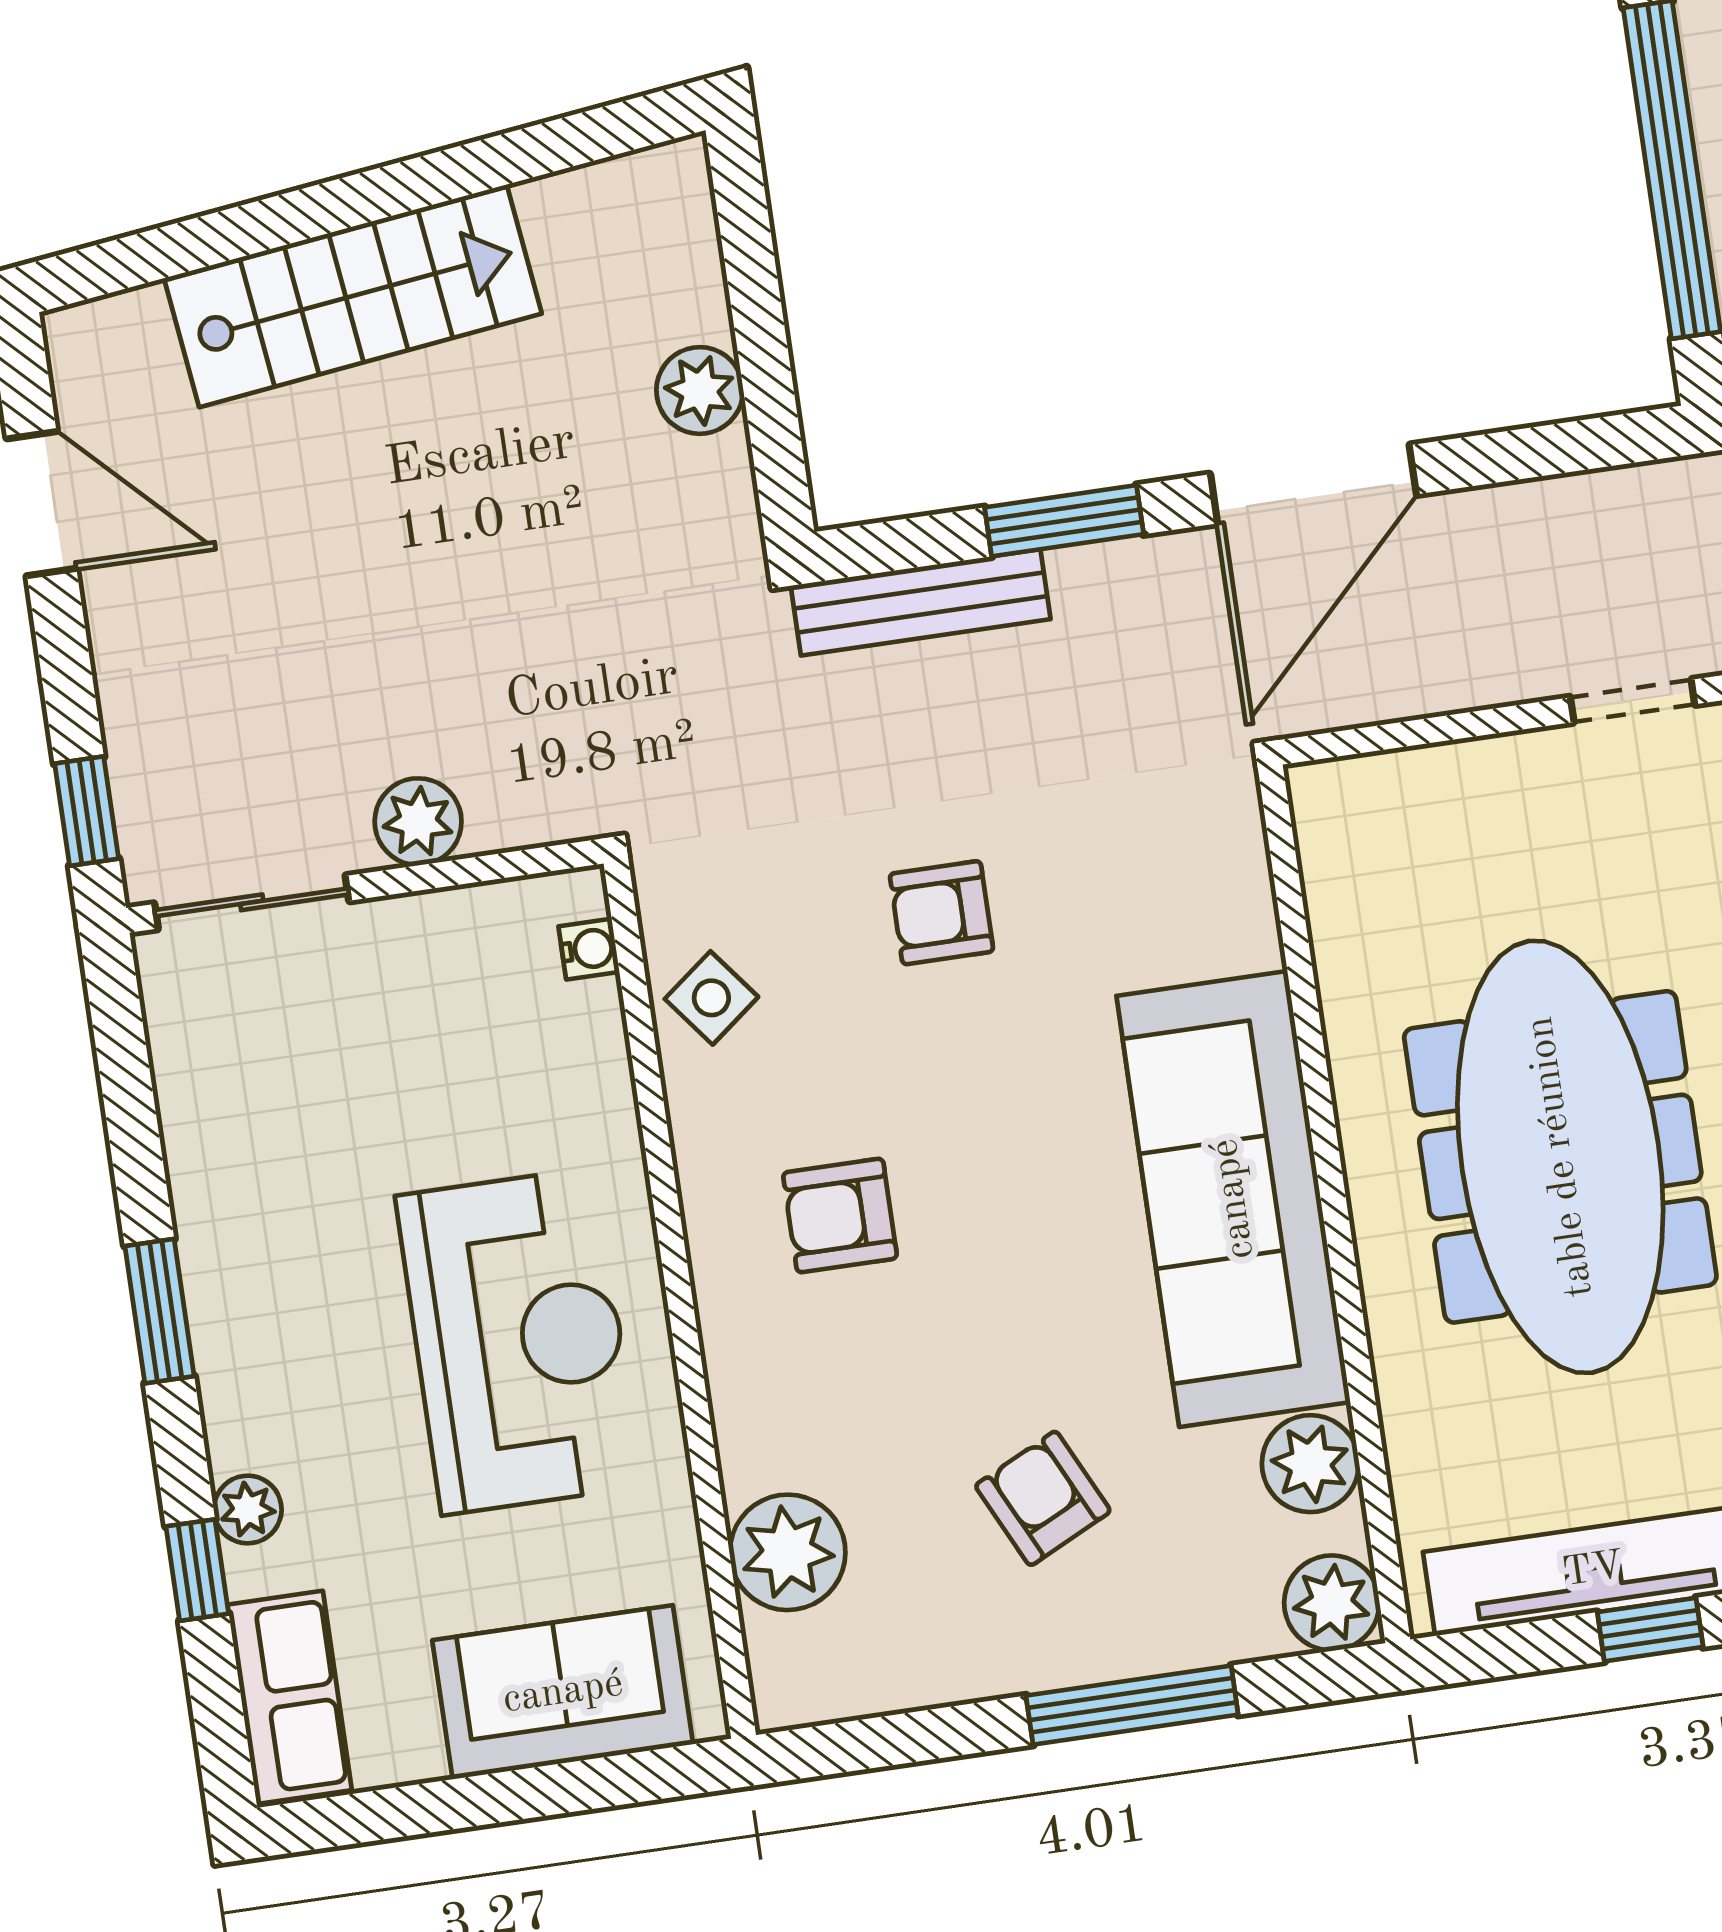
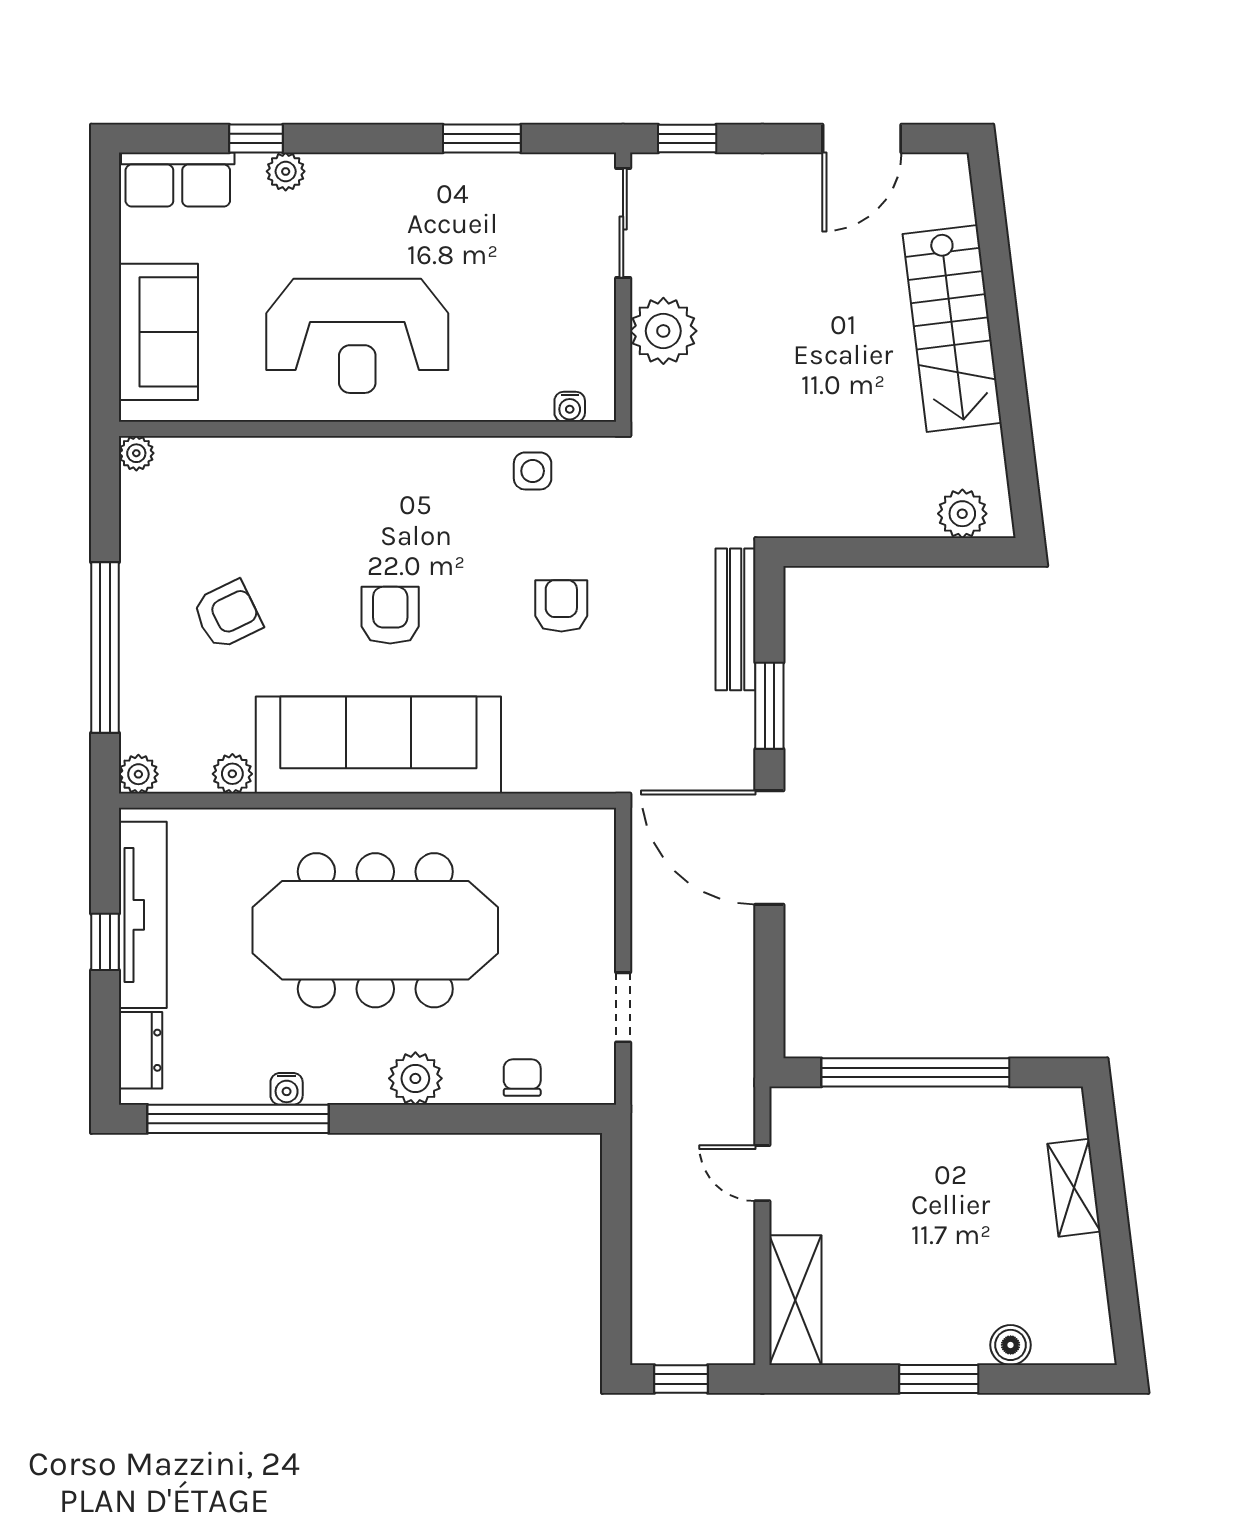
plant: (700, 390) -> (962, 514), moved
plant: (418, 822) -> (663, 331), width x1.36, depth x1.36
side table: (711, 998) -> (533, 471), turned 38
armchair: (840, 1216) -> (390, 615), moved
window: (160, 1311) -> (482, 139), moved
plant: (1310, 1464) -> (232, 774), width x0.73, depth x0.73
plant: (788, 1552) -> (136, 453), moved, width x0.53, depth x0.53
plant: (1332, 1603) -> (138, 774), width x0.73, depth x0.73
window: (1132, 1705) -> (105, 648), width x1.46

